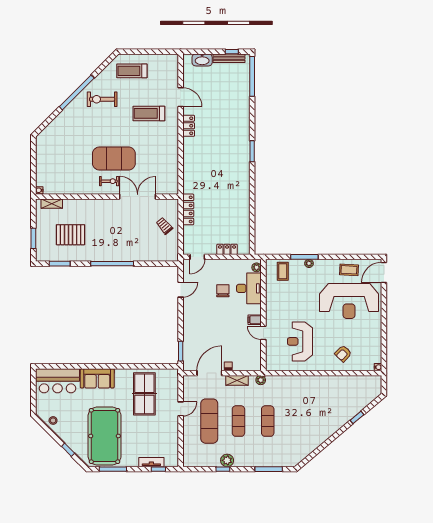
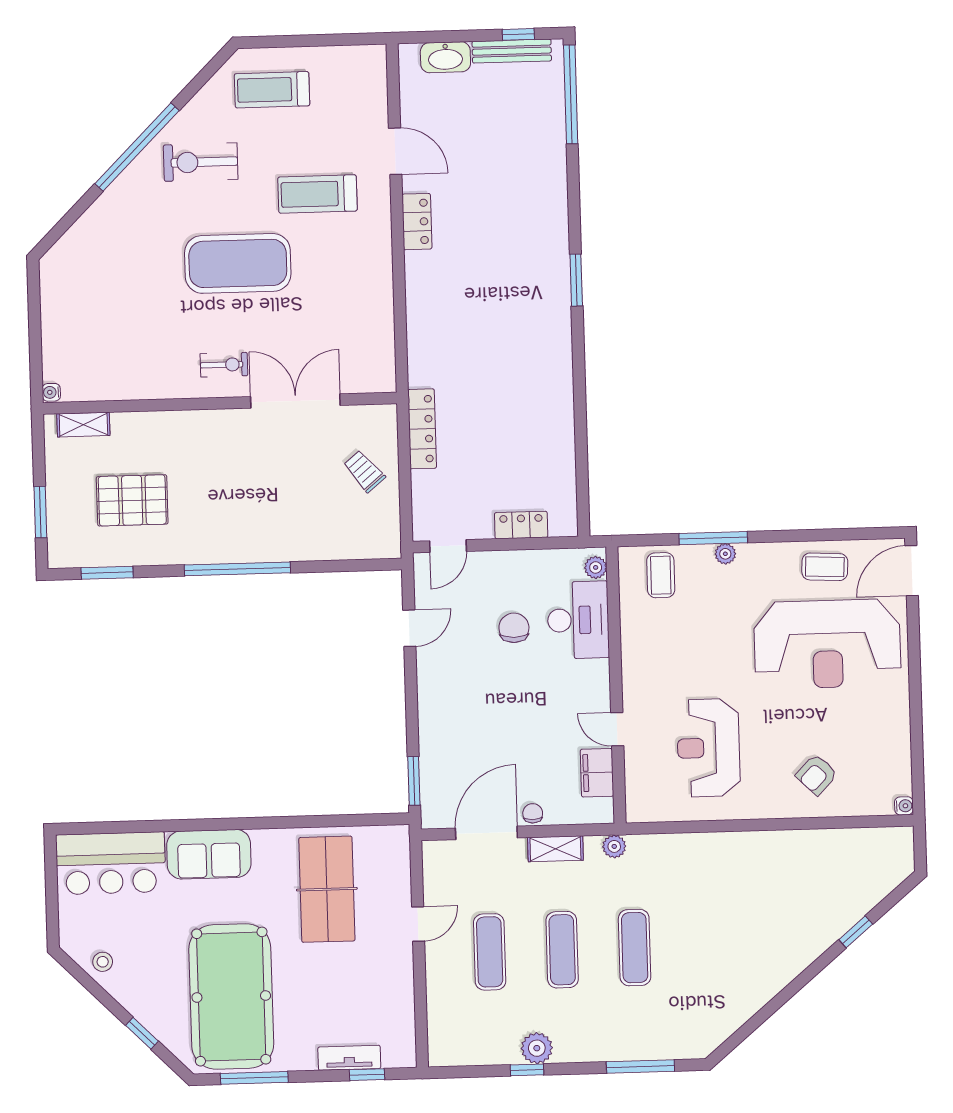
exercise mat: (114, 159) -> (238, 263), moved
filing cabinet: (255, 320) -> (597, 773), moved, width x2.00
exercise mat: (209, 421) -> (490, 952), width x0.73, depth x0.69

